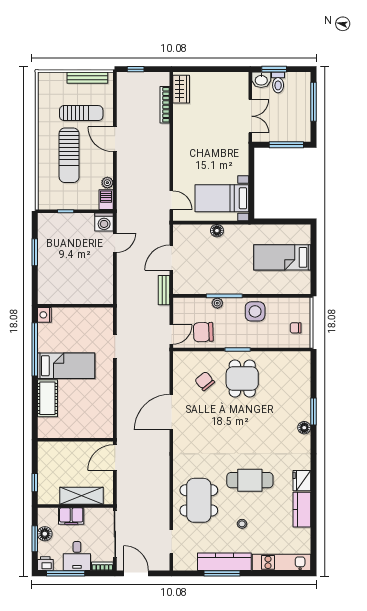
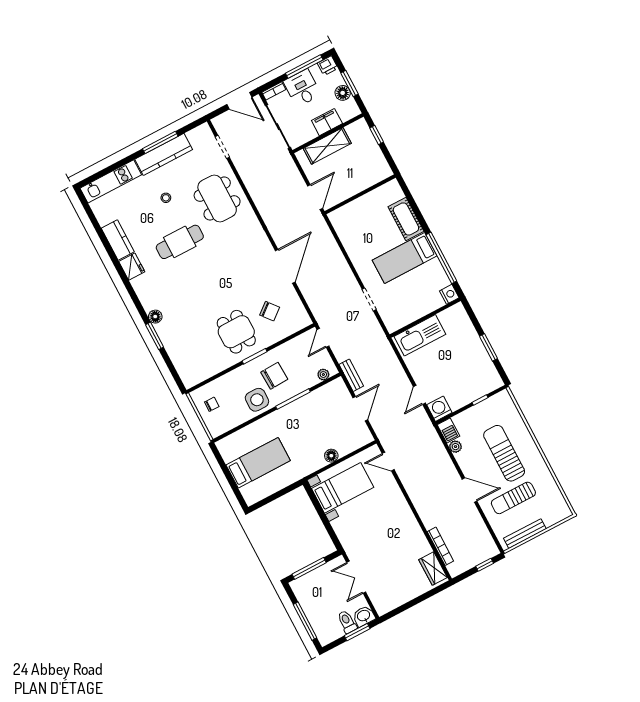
kitchen sink: (88, 293) -> (420, 335), added
plant: (217, 303) -> (323, 375), moved
chair: (203, 332) -> (274, 376), moved

